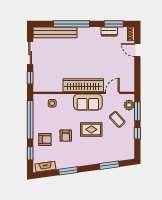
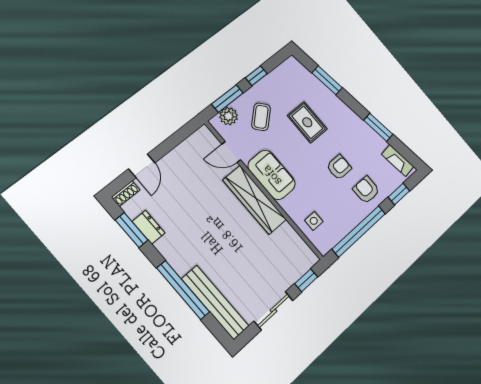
rug: (91, 129) -> (307, 122), moved

